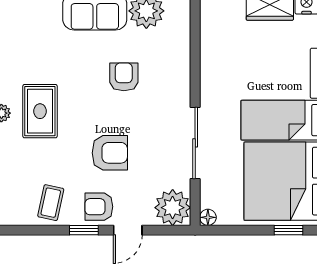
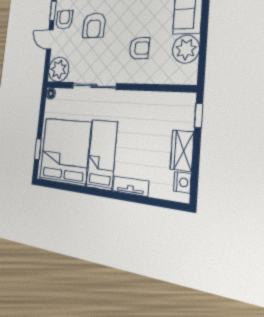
armchair: (124, 77) -> (139, 48), moved

